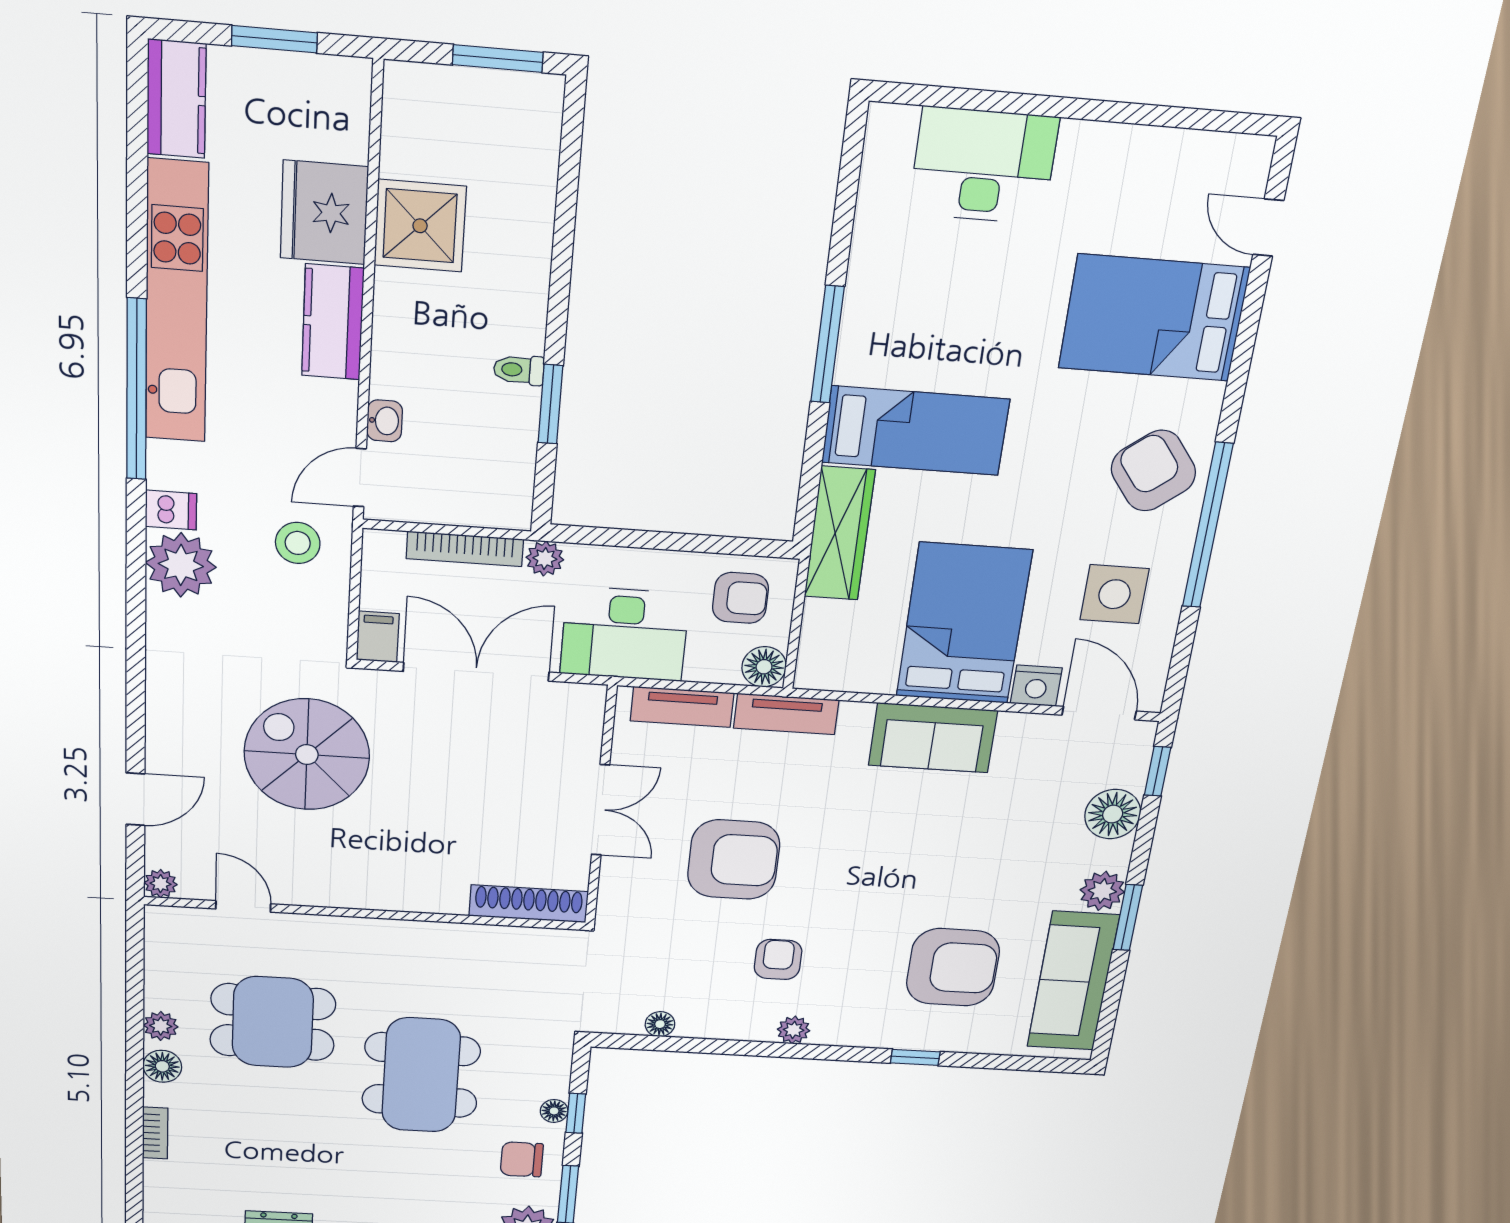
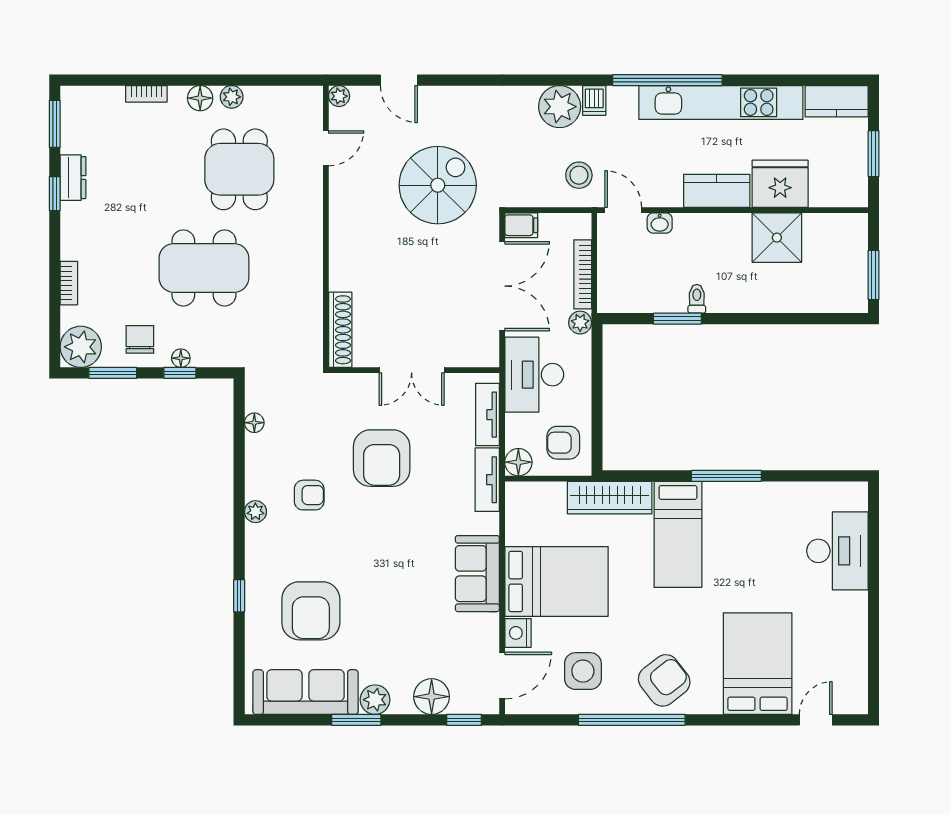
armchair: (740, 598) -> (563, 443), turned 90

